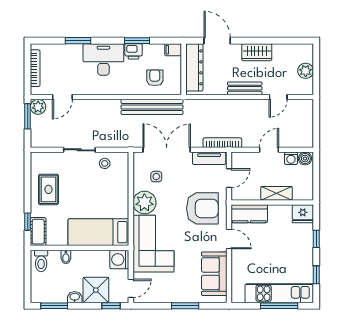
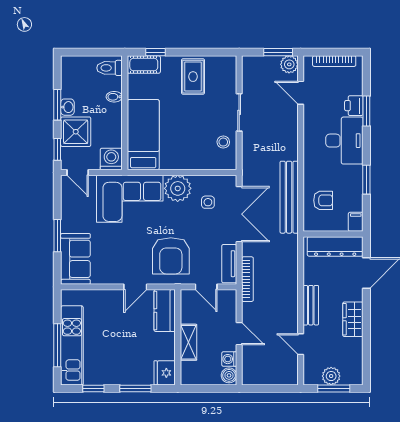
printer: (133, 51) -> (354, 106), moved
window: (316, 69) -> (334, 388), added
rug: (48, 189) -> (193, 77), turned 90
window: (316, 239) -> (135, 388), width x1.50
sofa: (214, 274) -> (75, 259), moved, turned 90
window: (54, 306) -> (57, 105), moved

